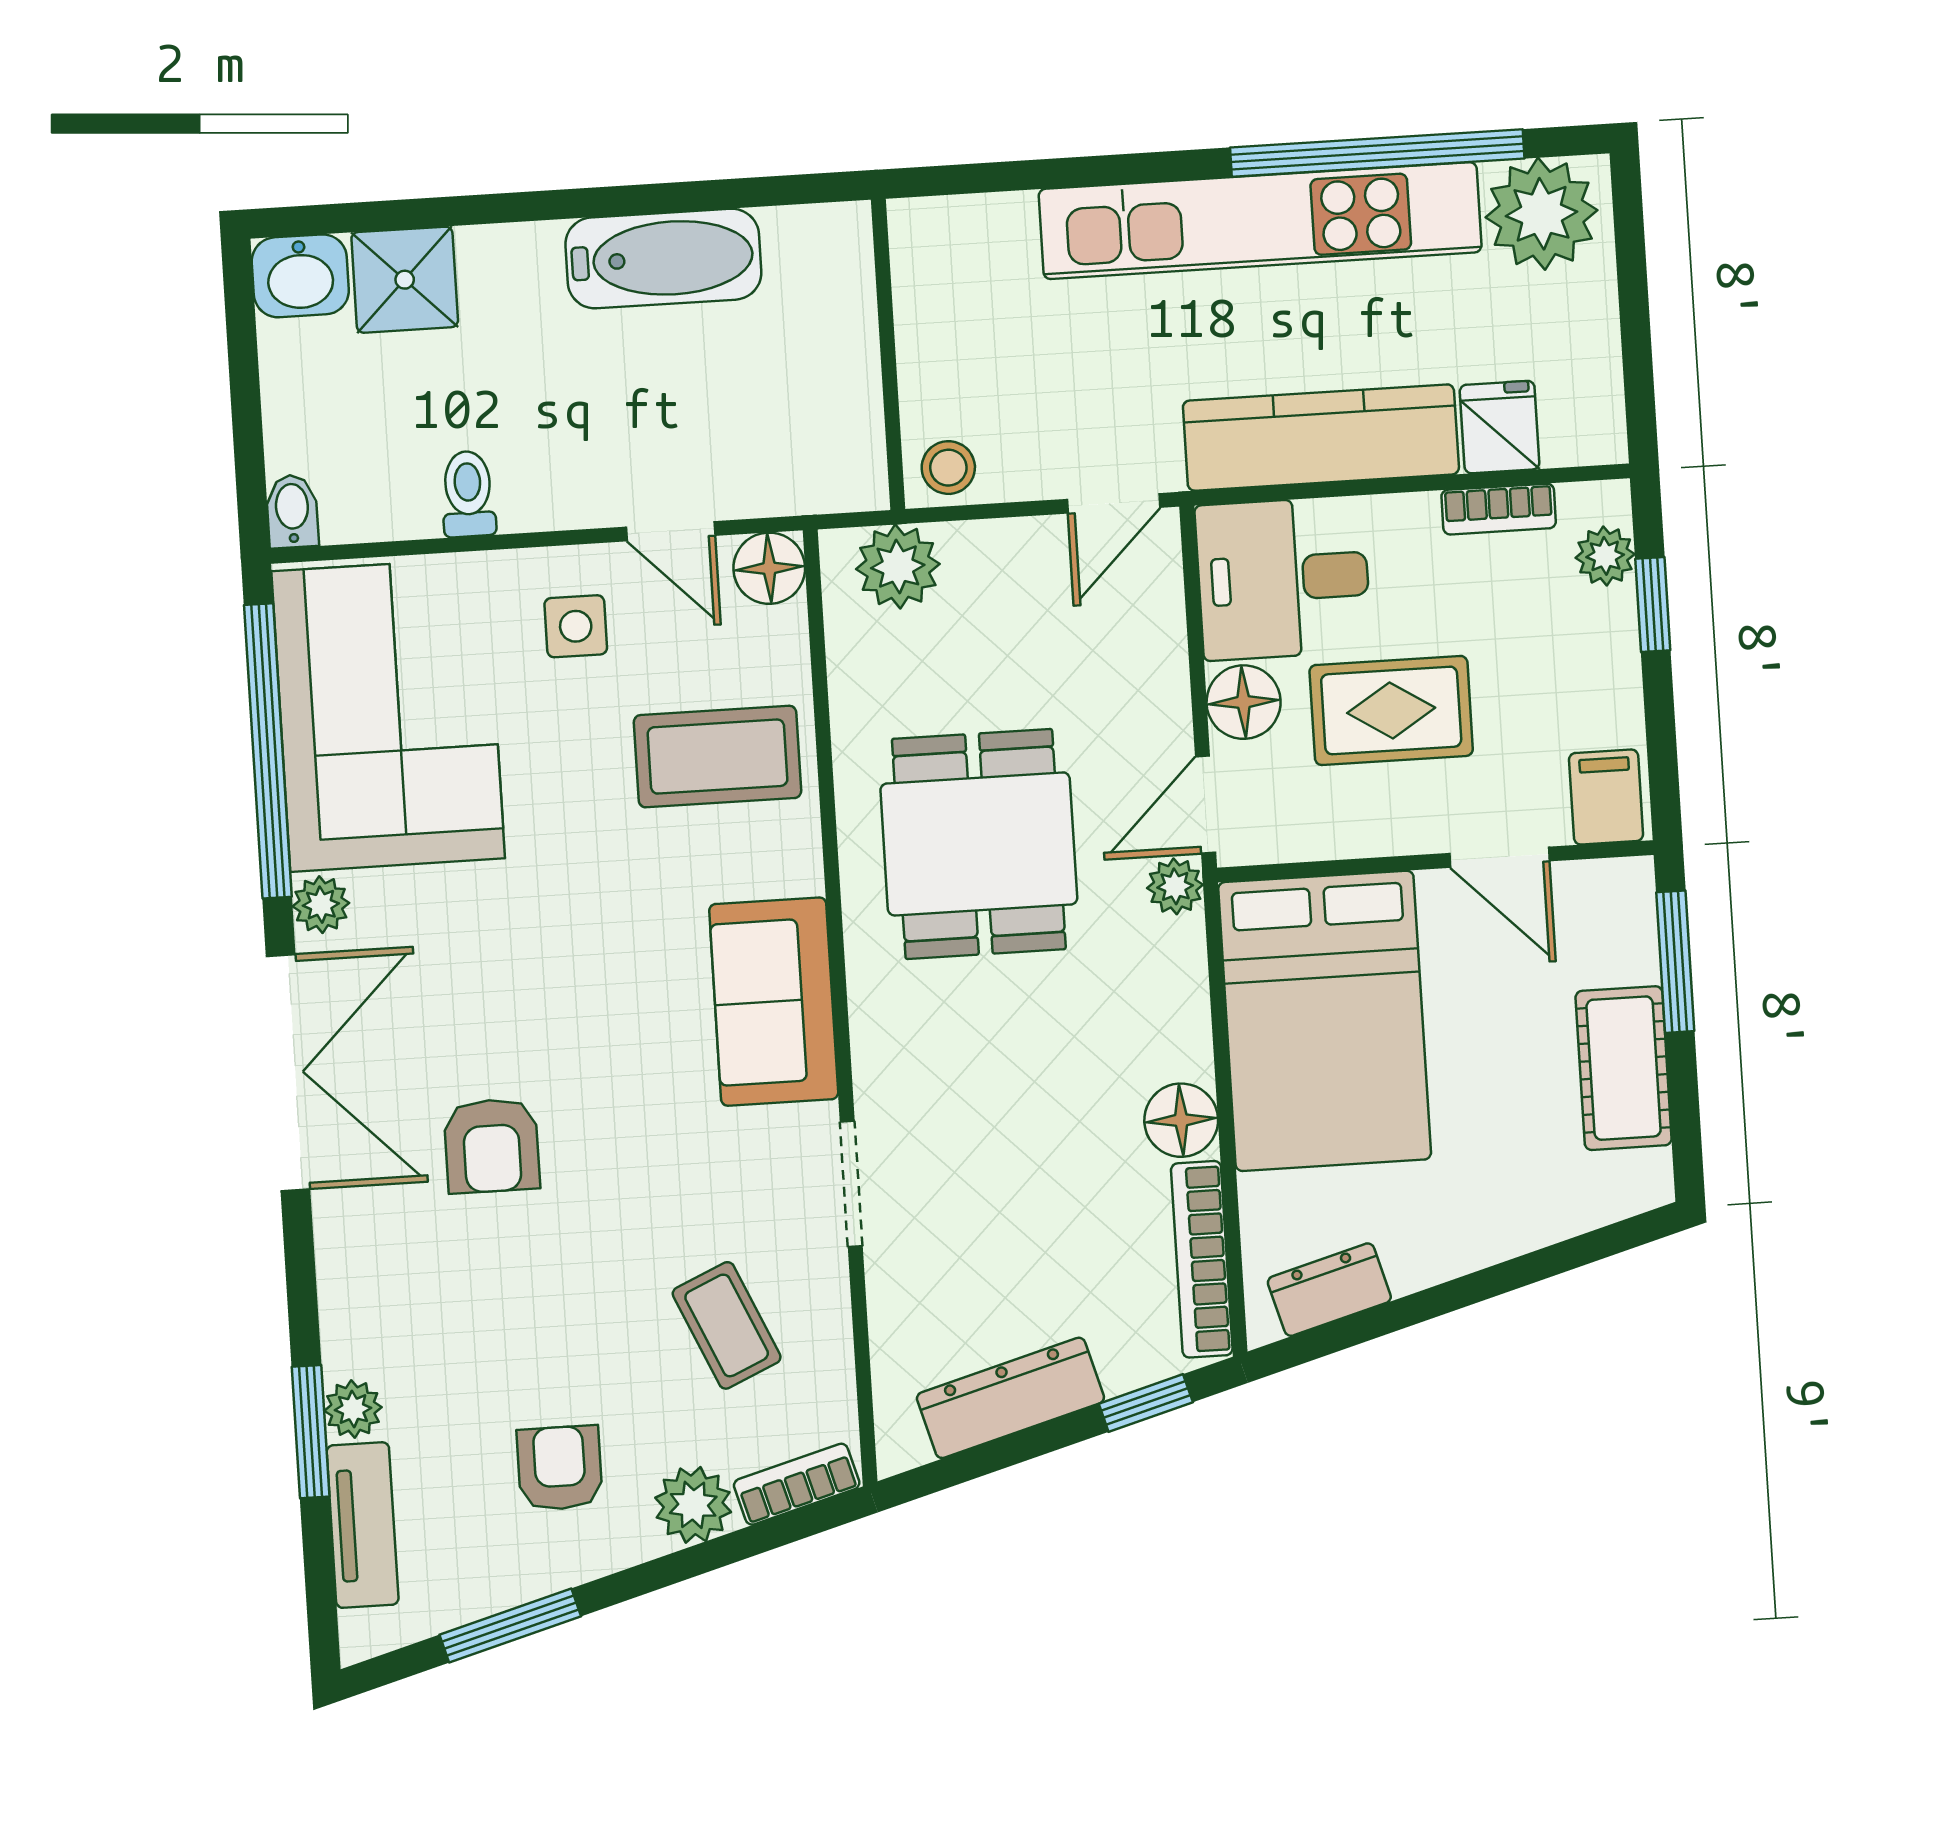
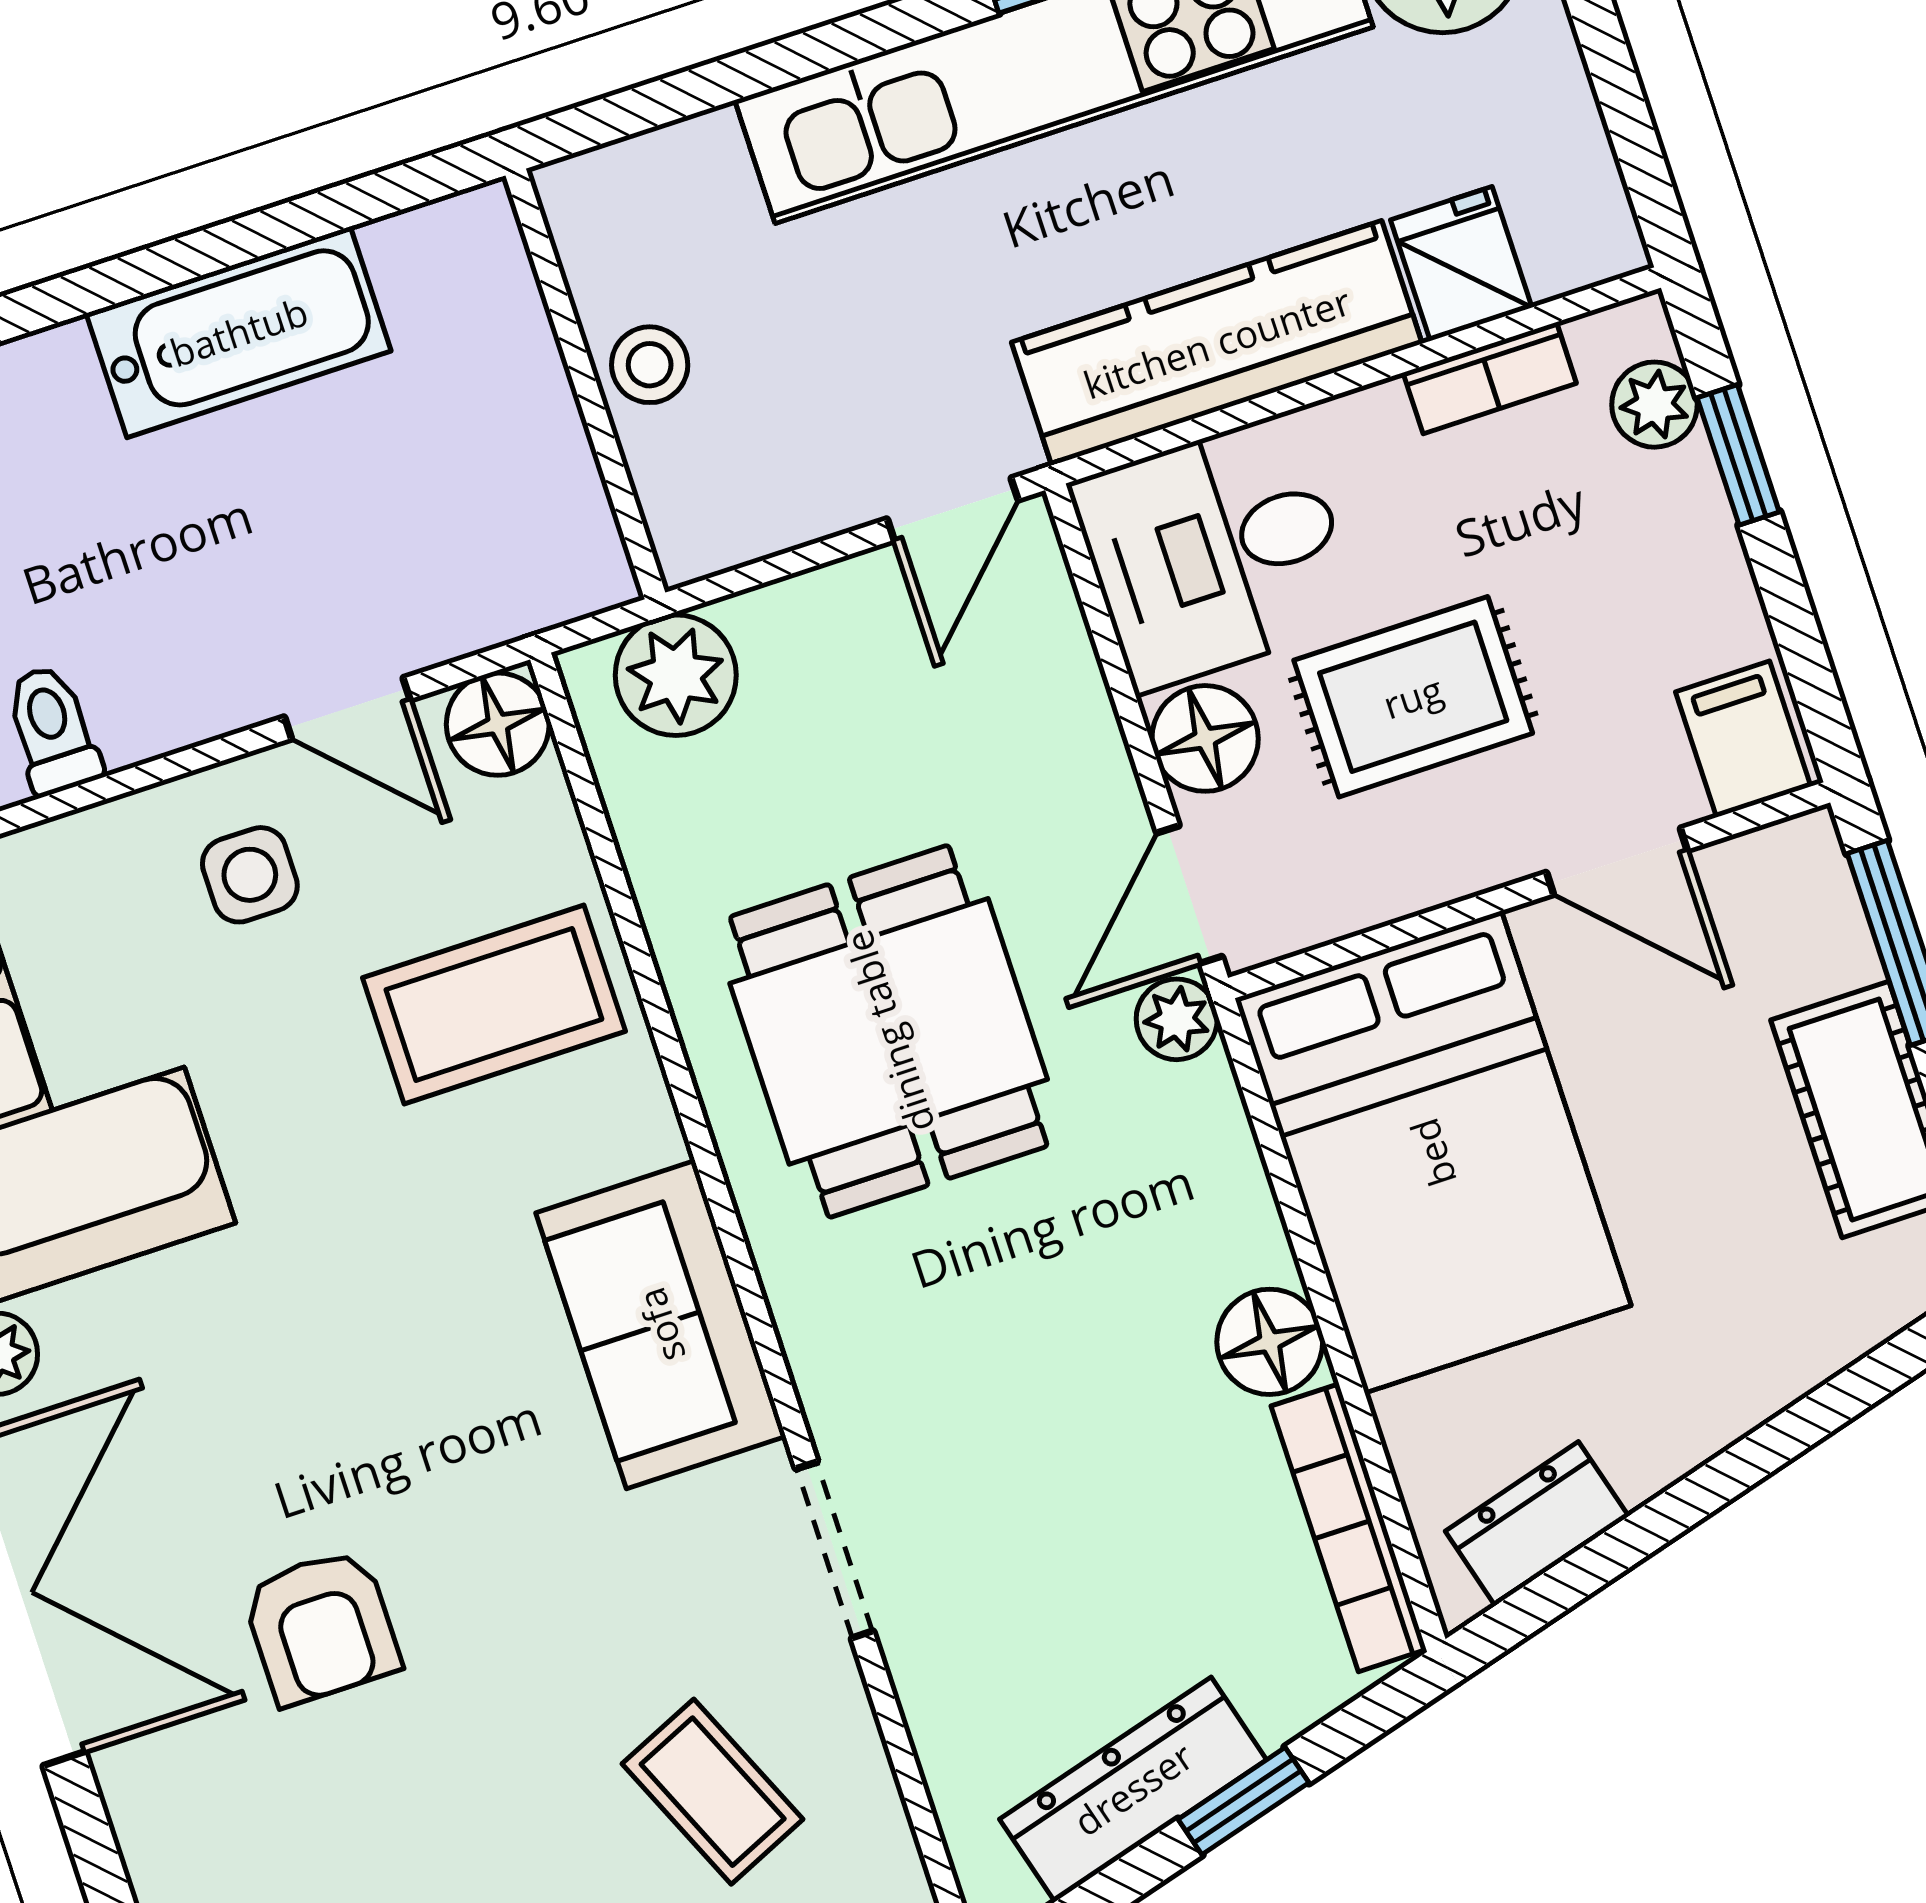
stool: (948, 468) -> (650, 365), moved
window: (1146, 1403) -> (1243, 1801), moved

